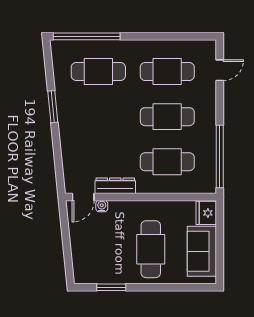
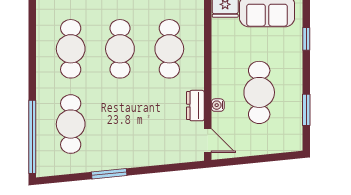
dresser: (115, 186) -> (195, 106), width x0.70
water cooler: (102, 206) -> (218, 105), moved
cafe table: (151, 249) -> (259, 92), moved, turned 90
window: (176, 287) -> (306, 39), added

